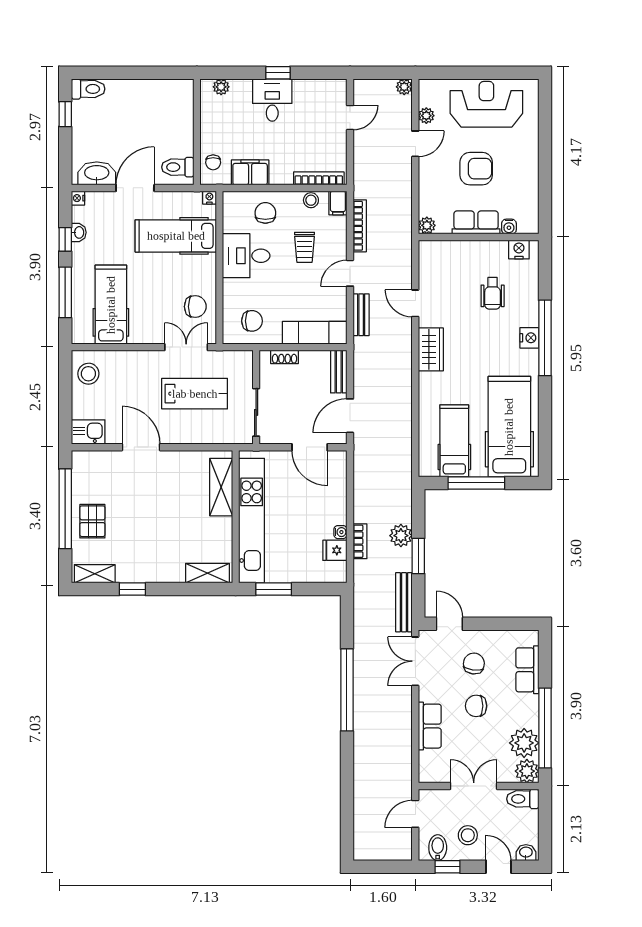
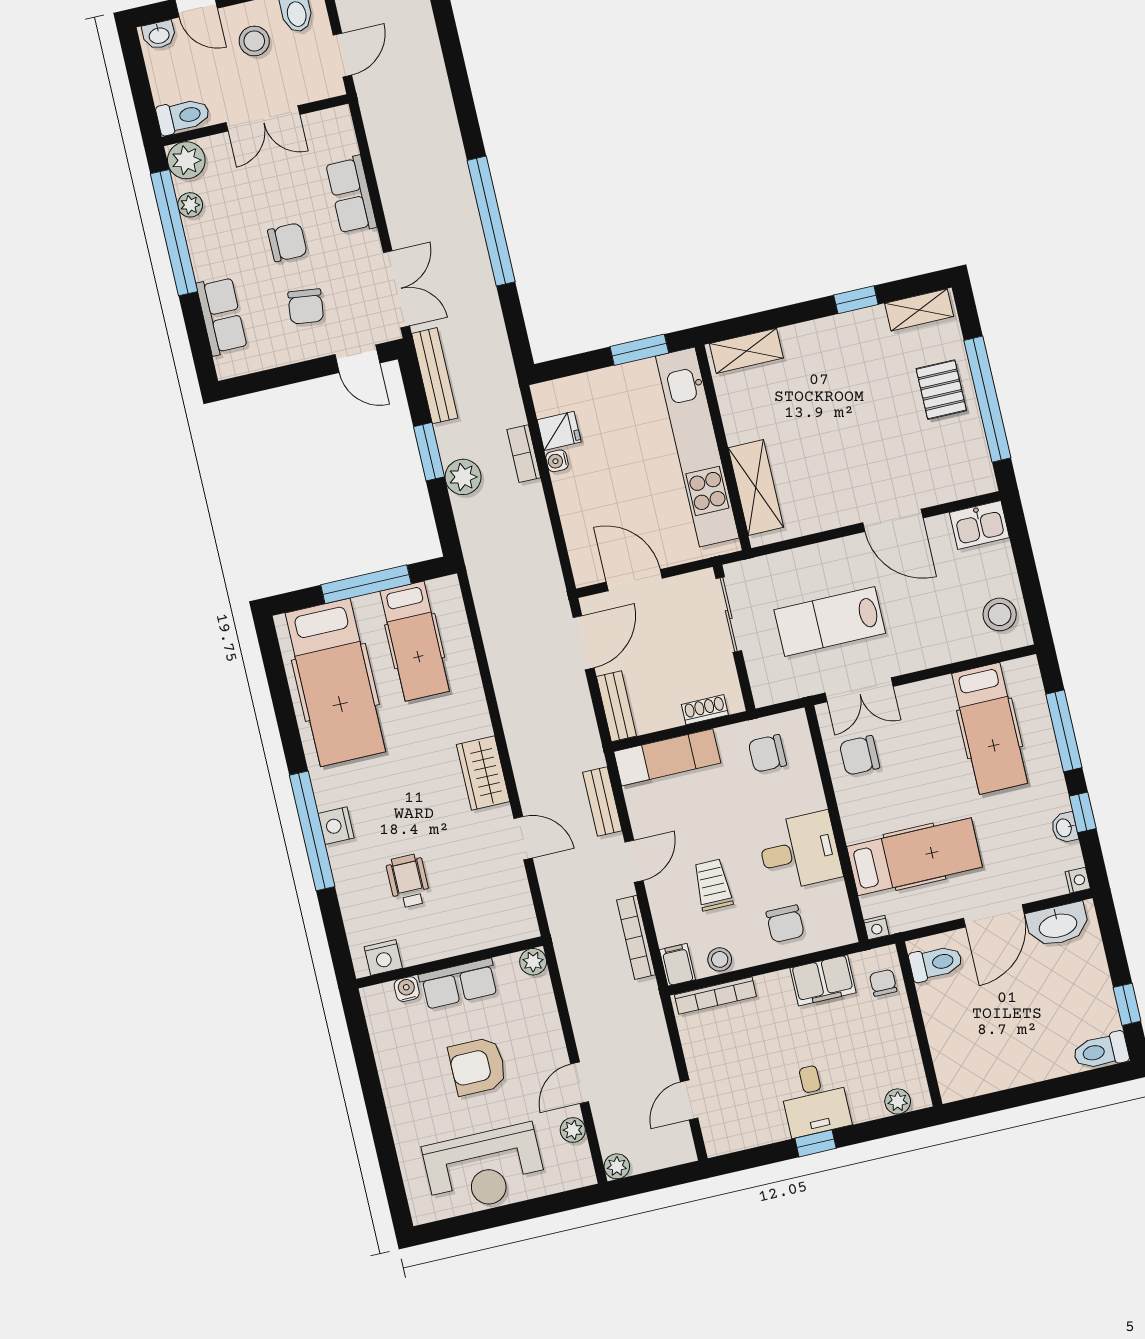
plant: (524, 743) -> (190, 205), width x0.53, depth x0.53

